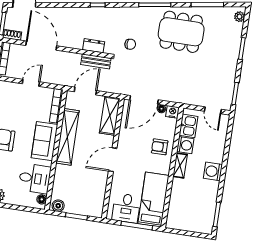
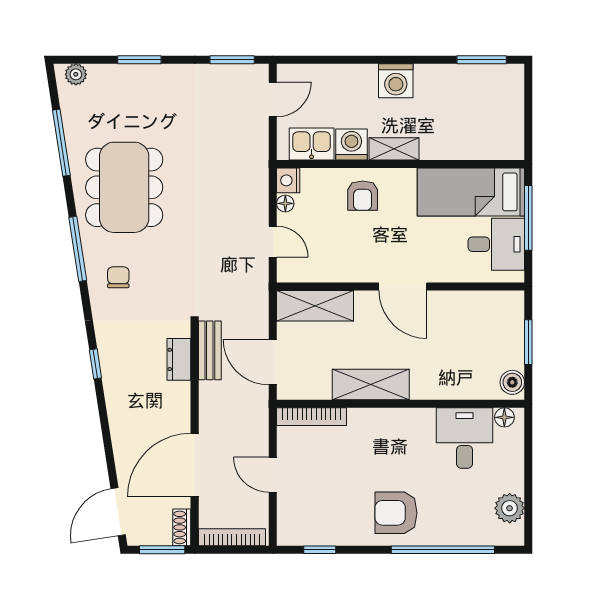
chair: (130, 44) -> (118, 277), moved
door: (144, 100) -> (273, 242), width x0.53
shelving: (67, 137) -> (371, 384), width x0.68
sofa: (45, 141) -> (386, 429), removed

